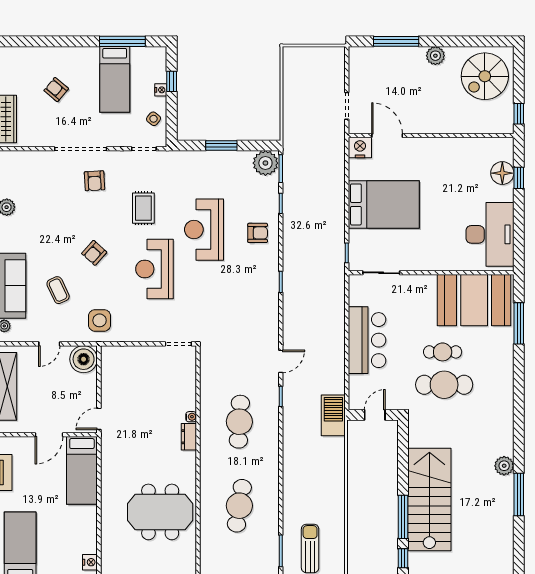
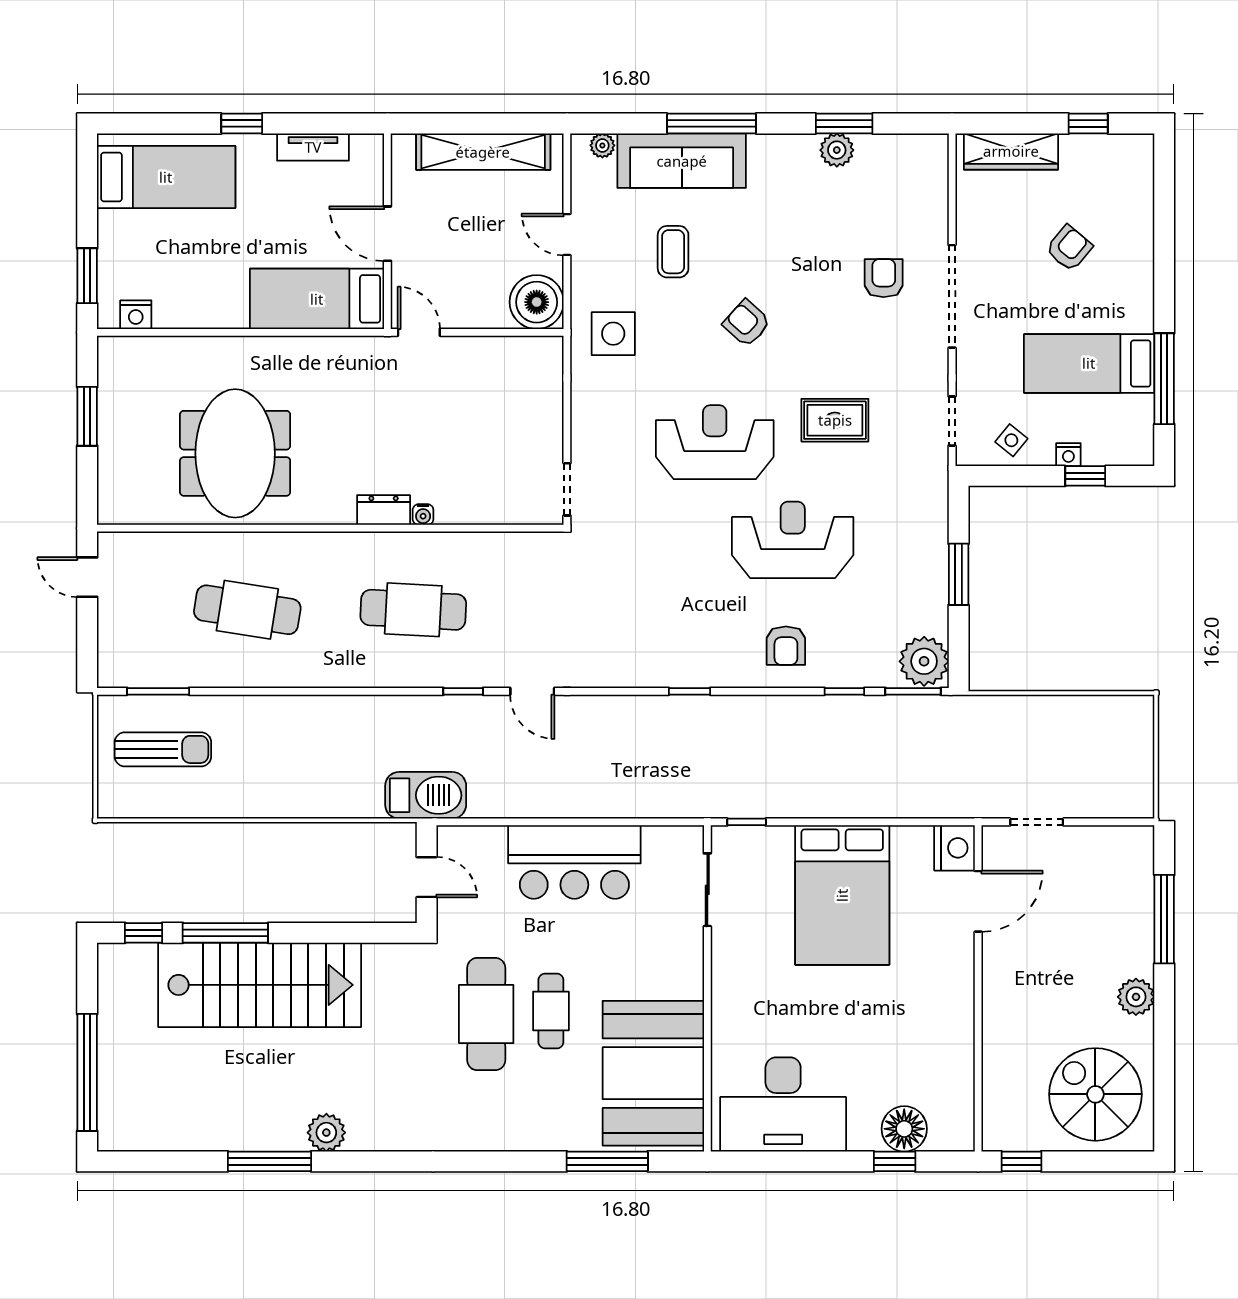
armchair: (94, 181) -> (884, 278), moved, turned 93
coffee table: (58, 290) -> (673, 252), turned -65

